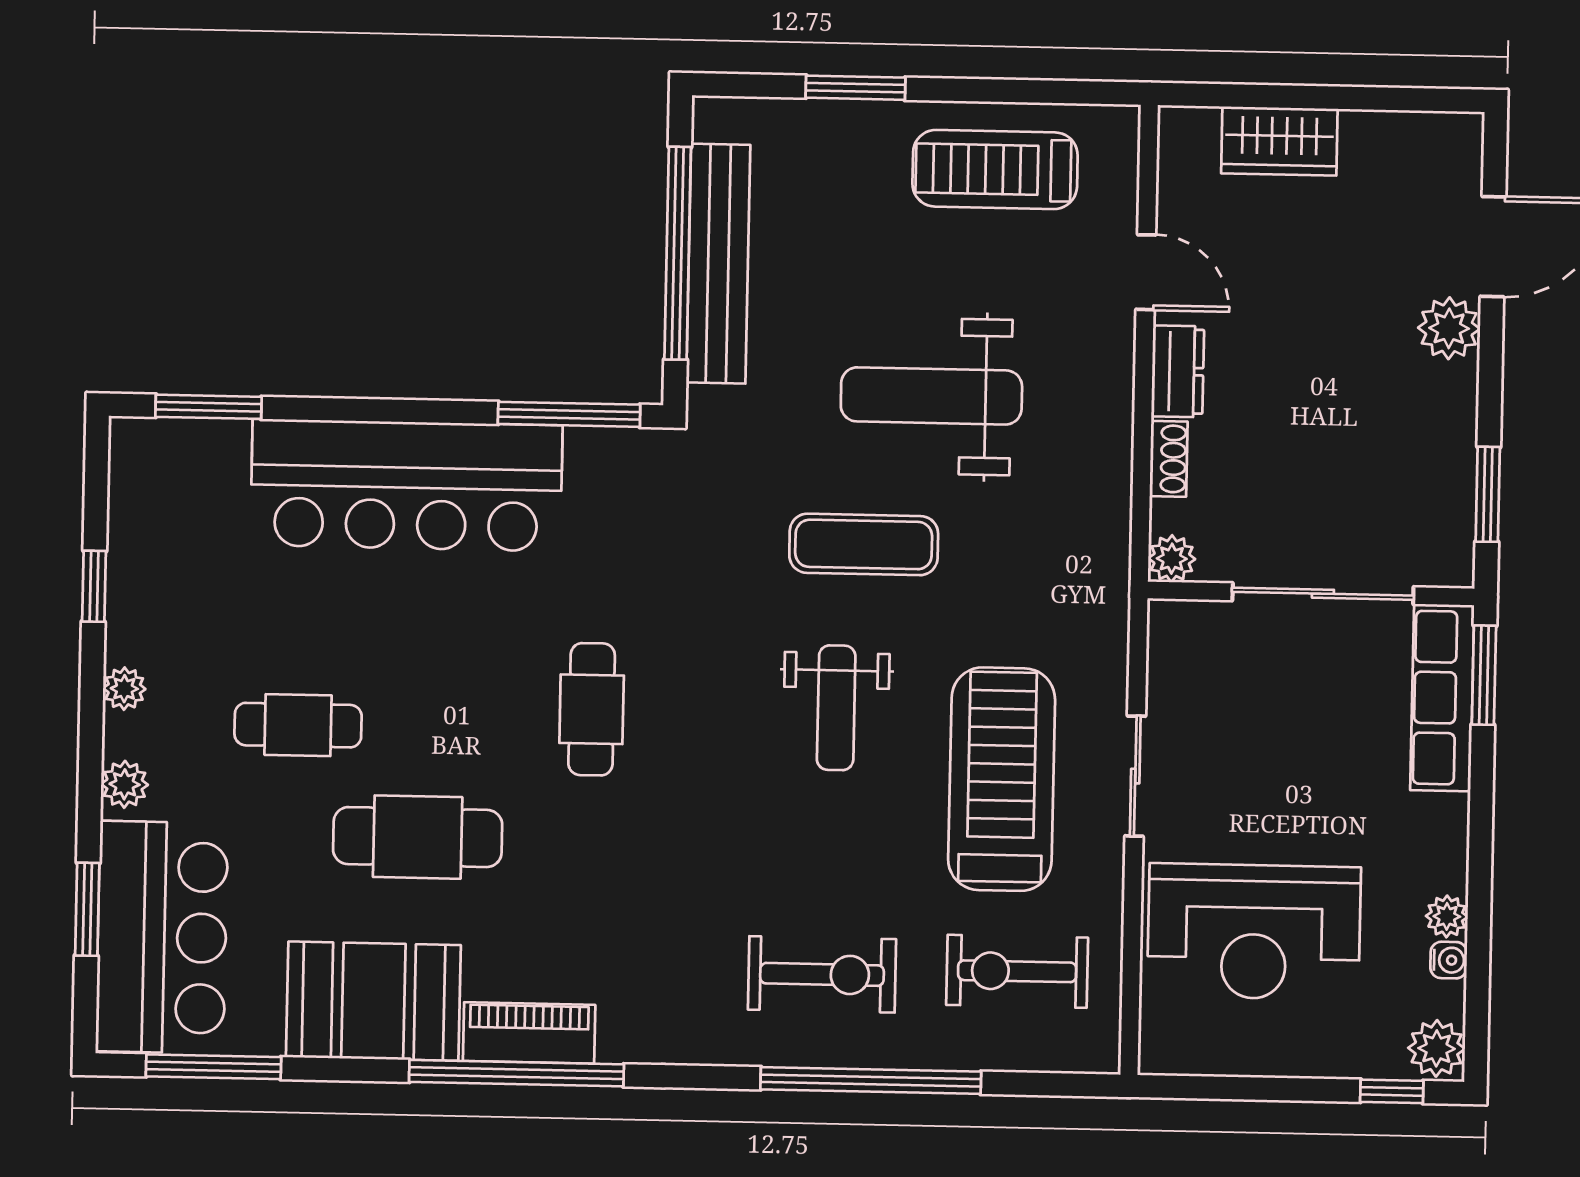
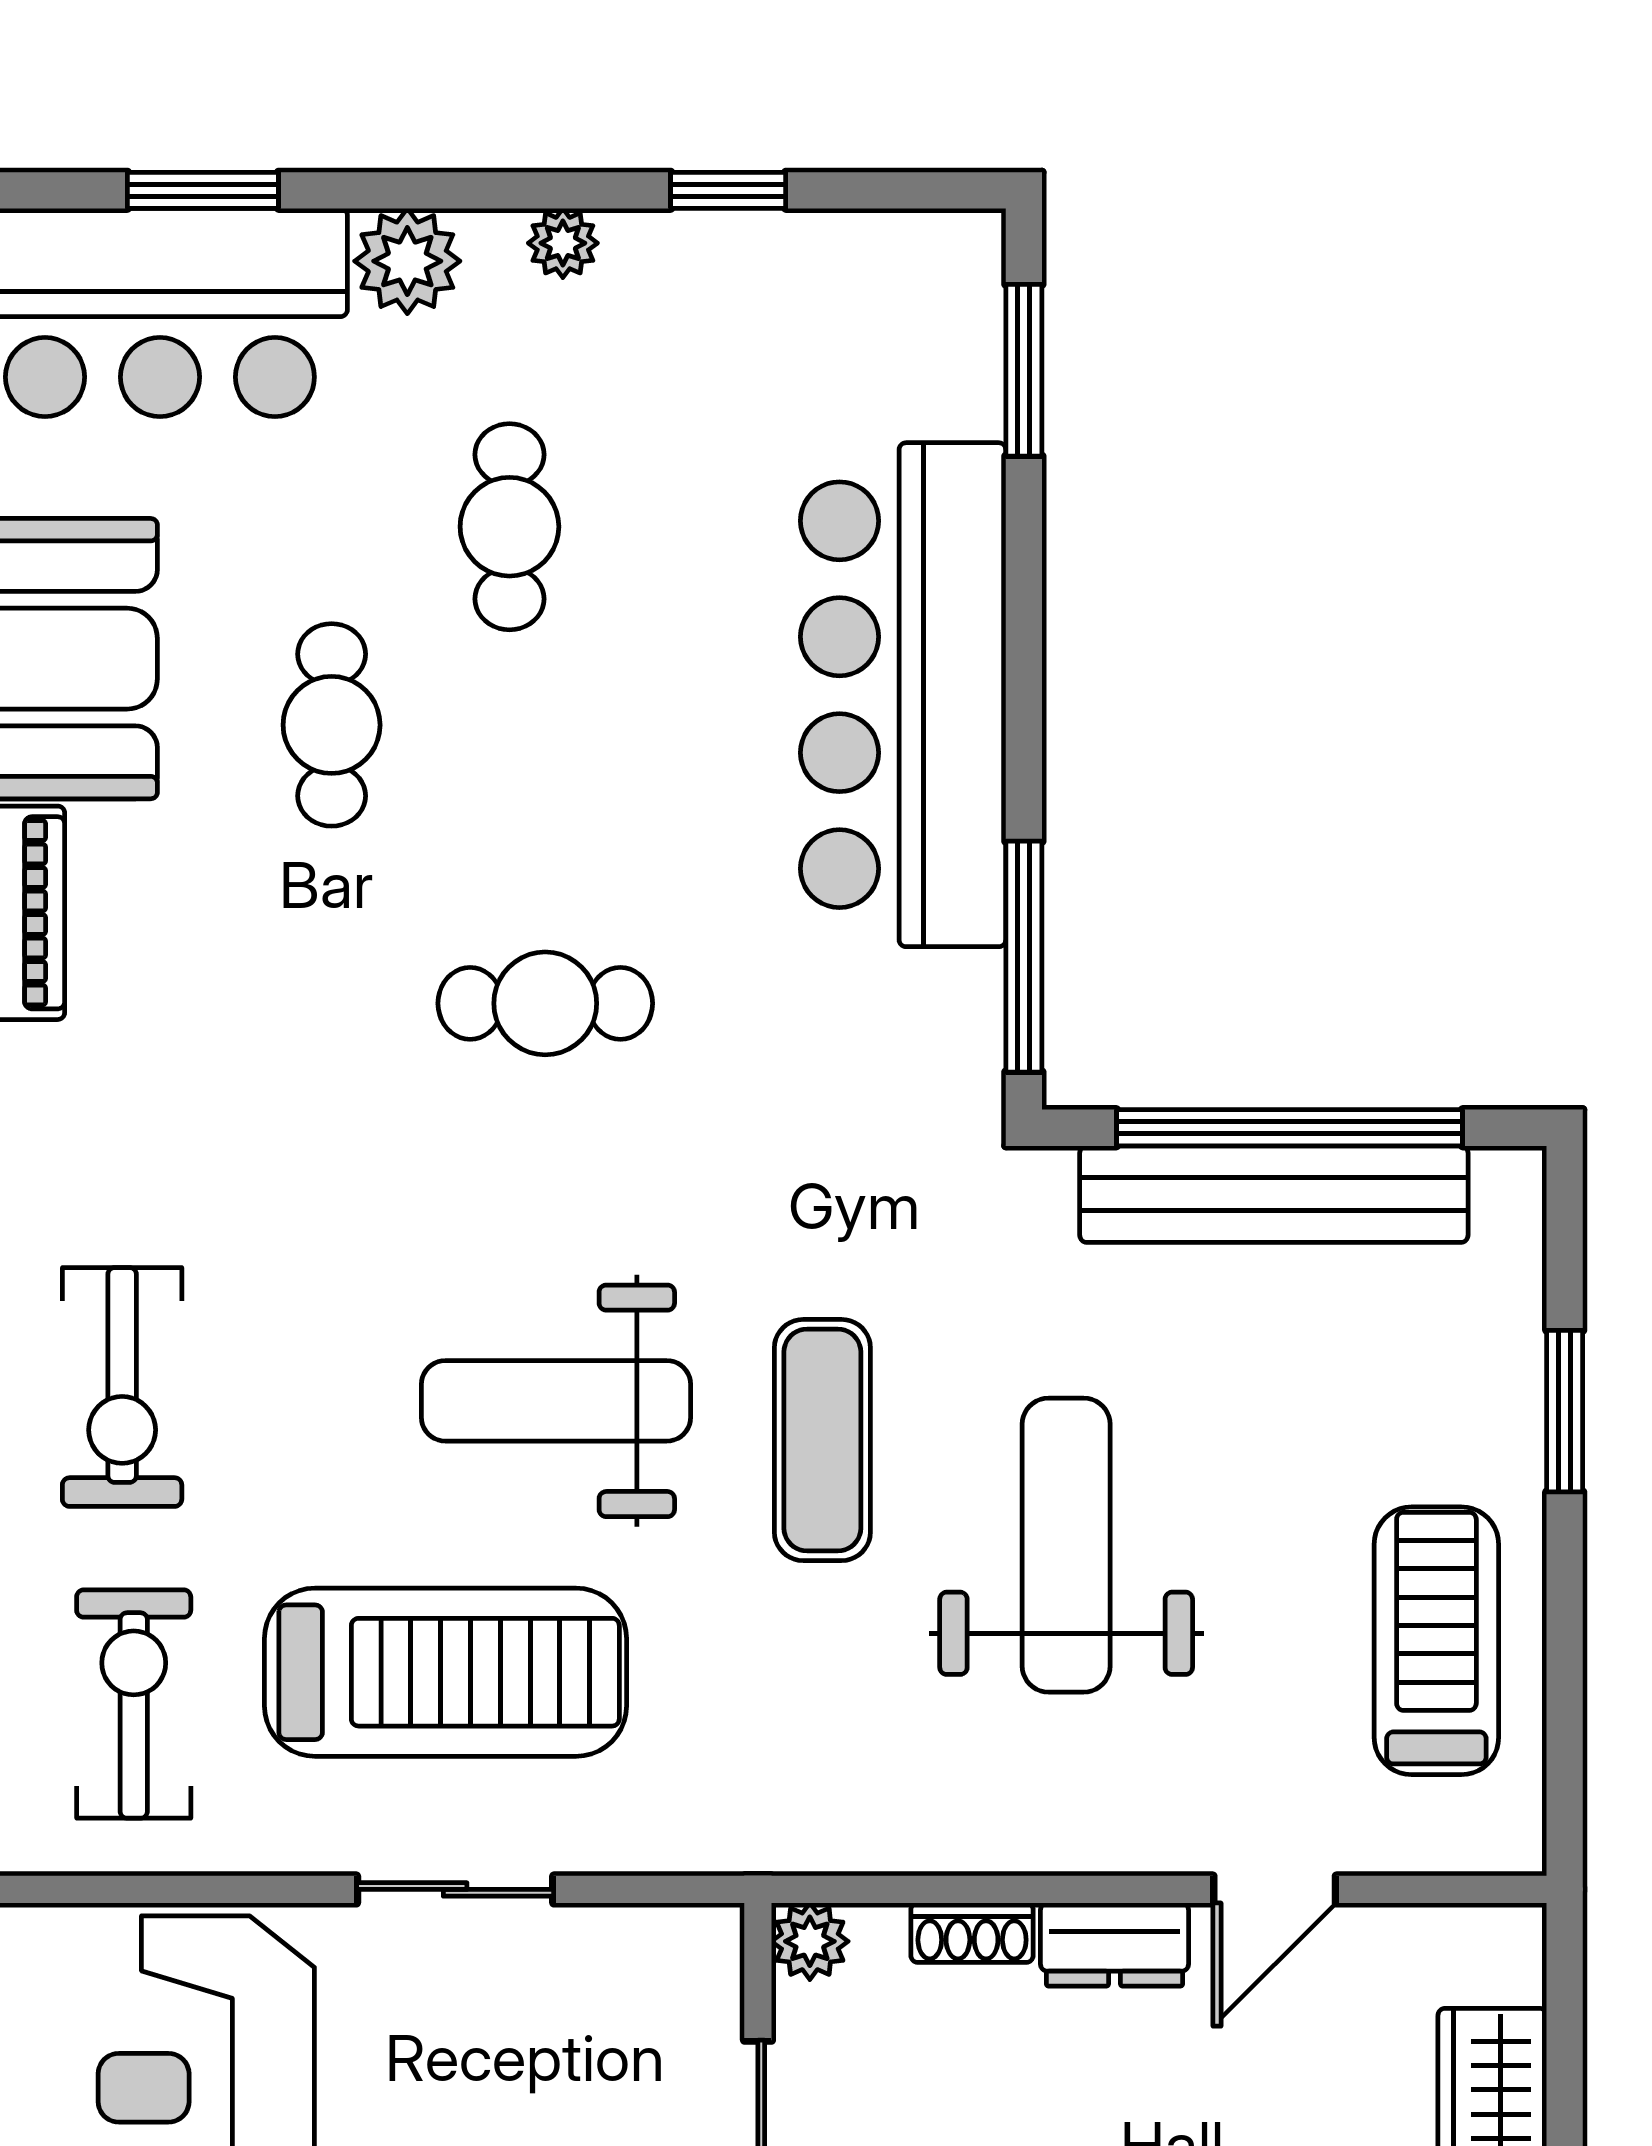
weight bench: (836, 708) -> (556, 1401), width x1.36, depth x1.33
plant: (125, 784) -> (407, 261), width x1.38, depth x1.38
cafe table: (418, 837) -> (332, 725), width x0.73, depth x0.74

